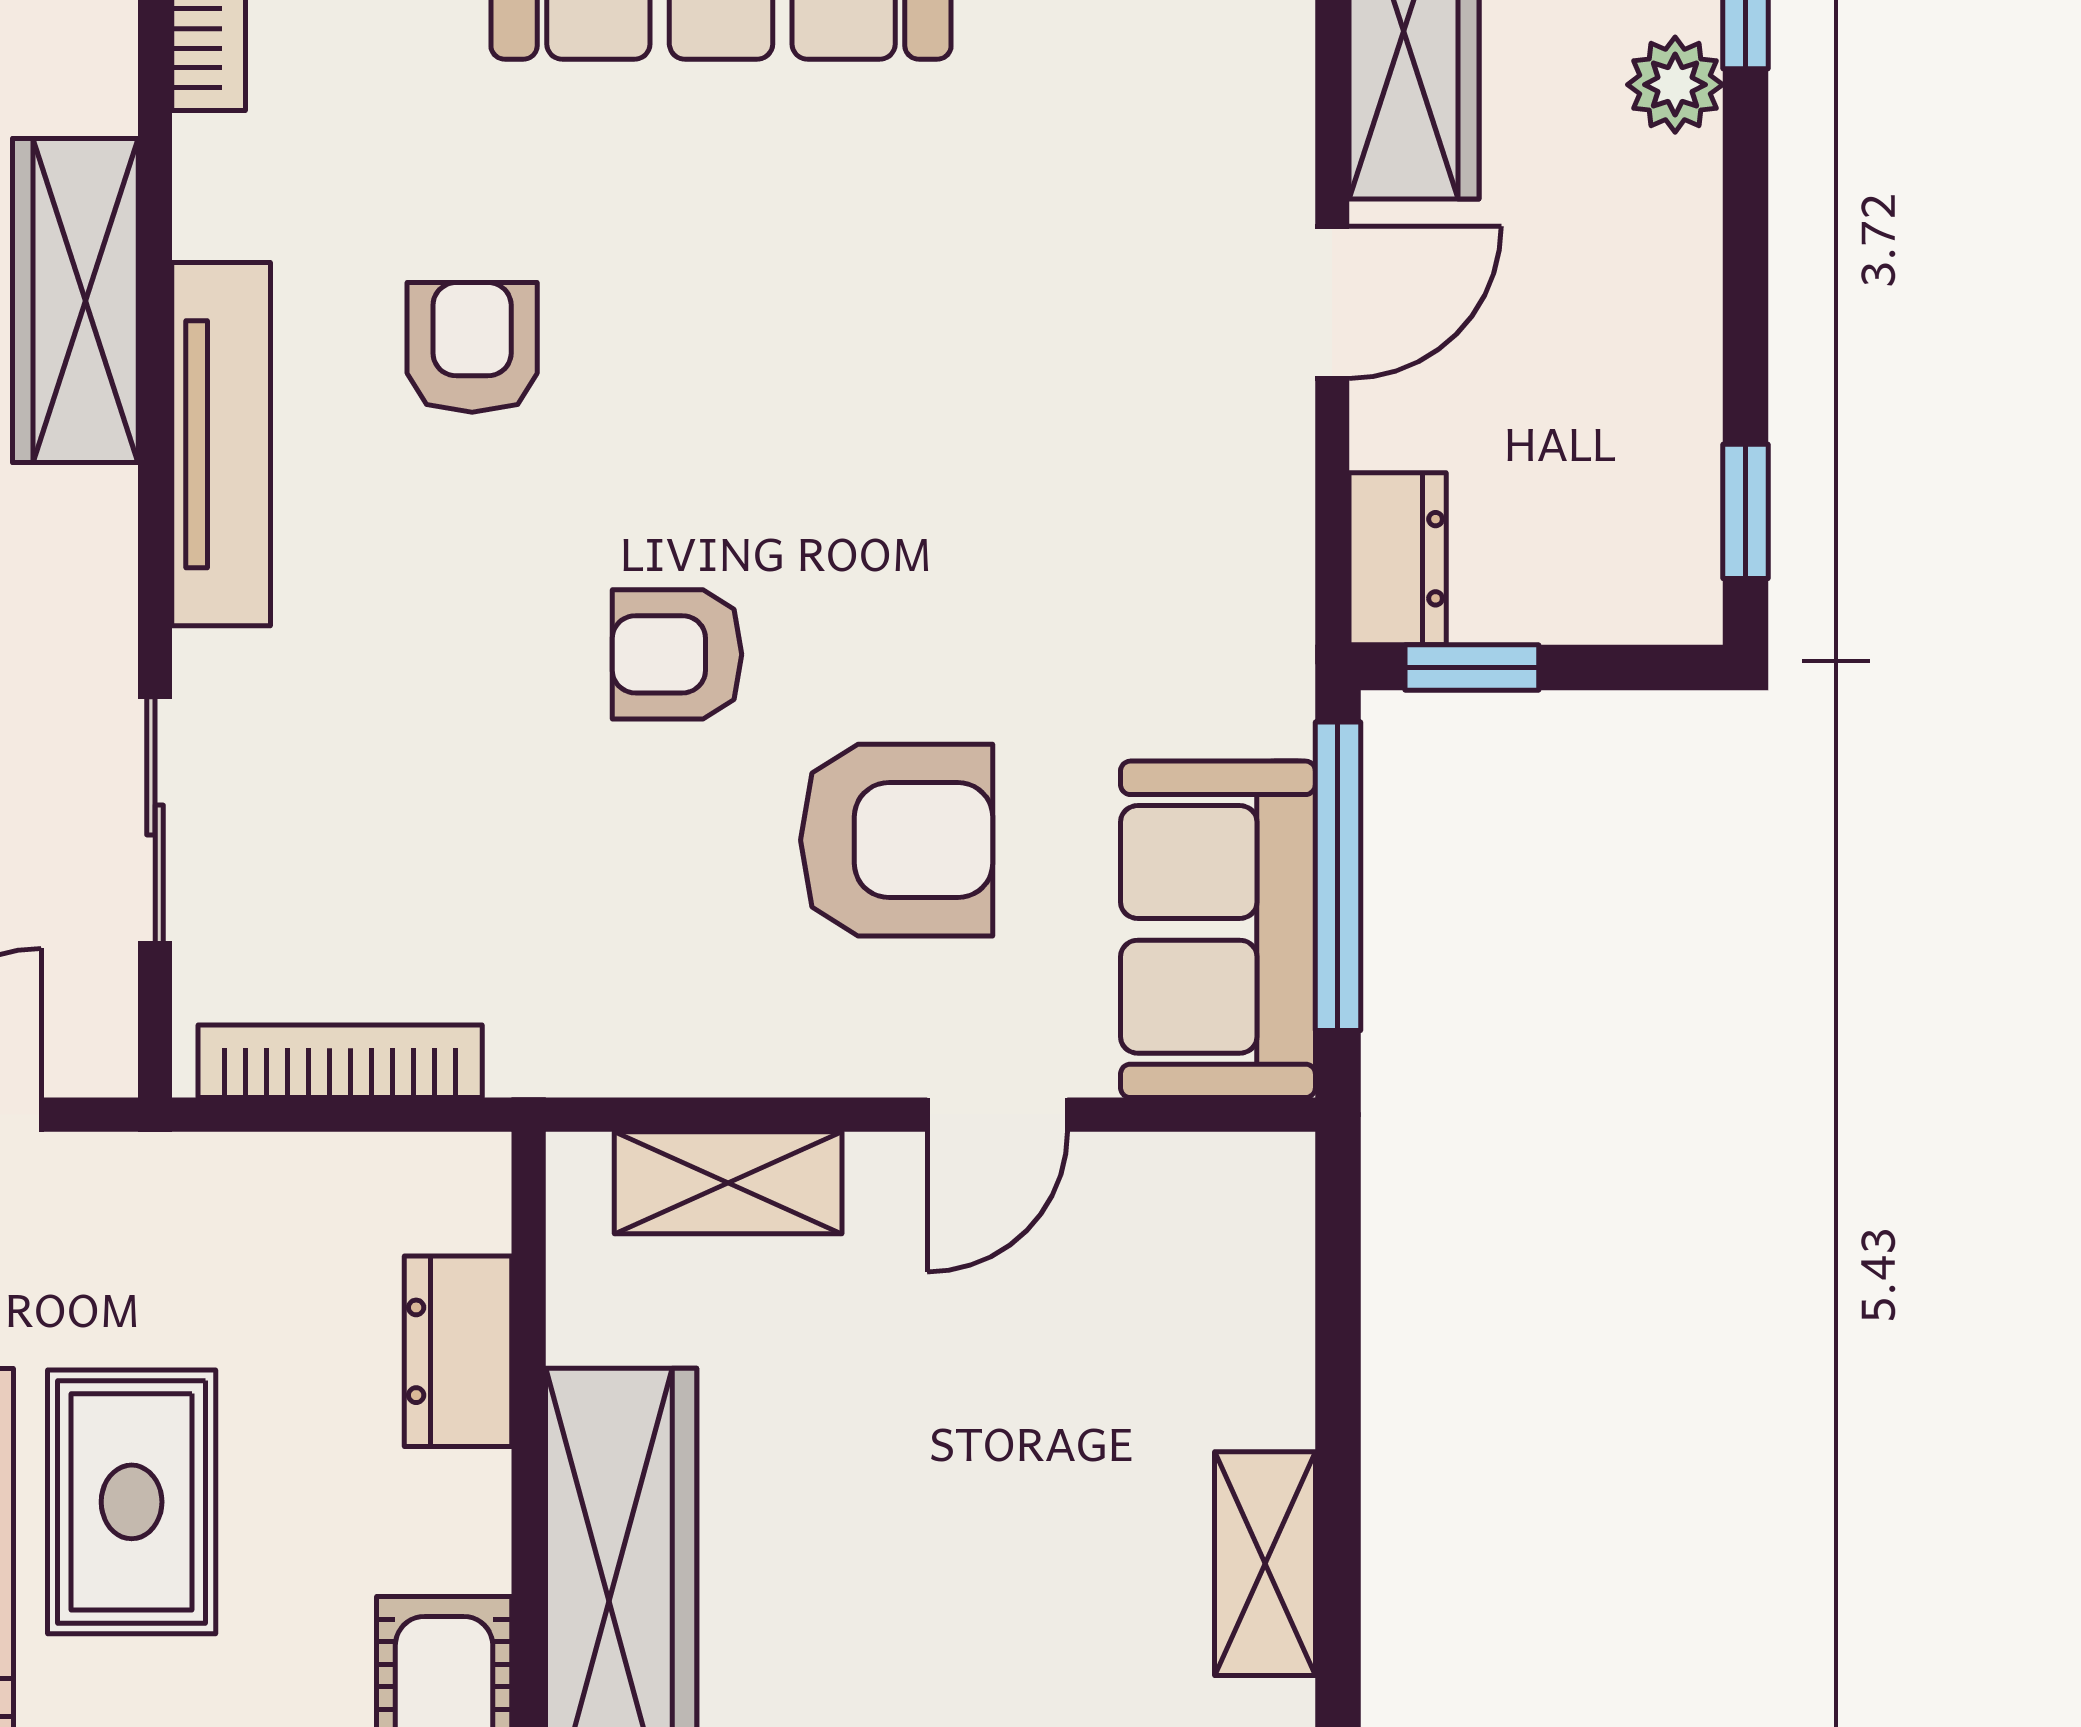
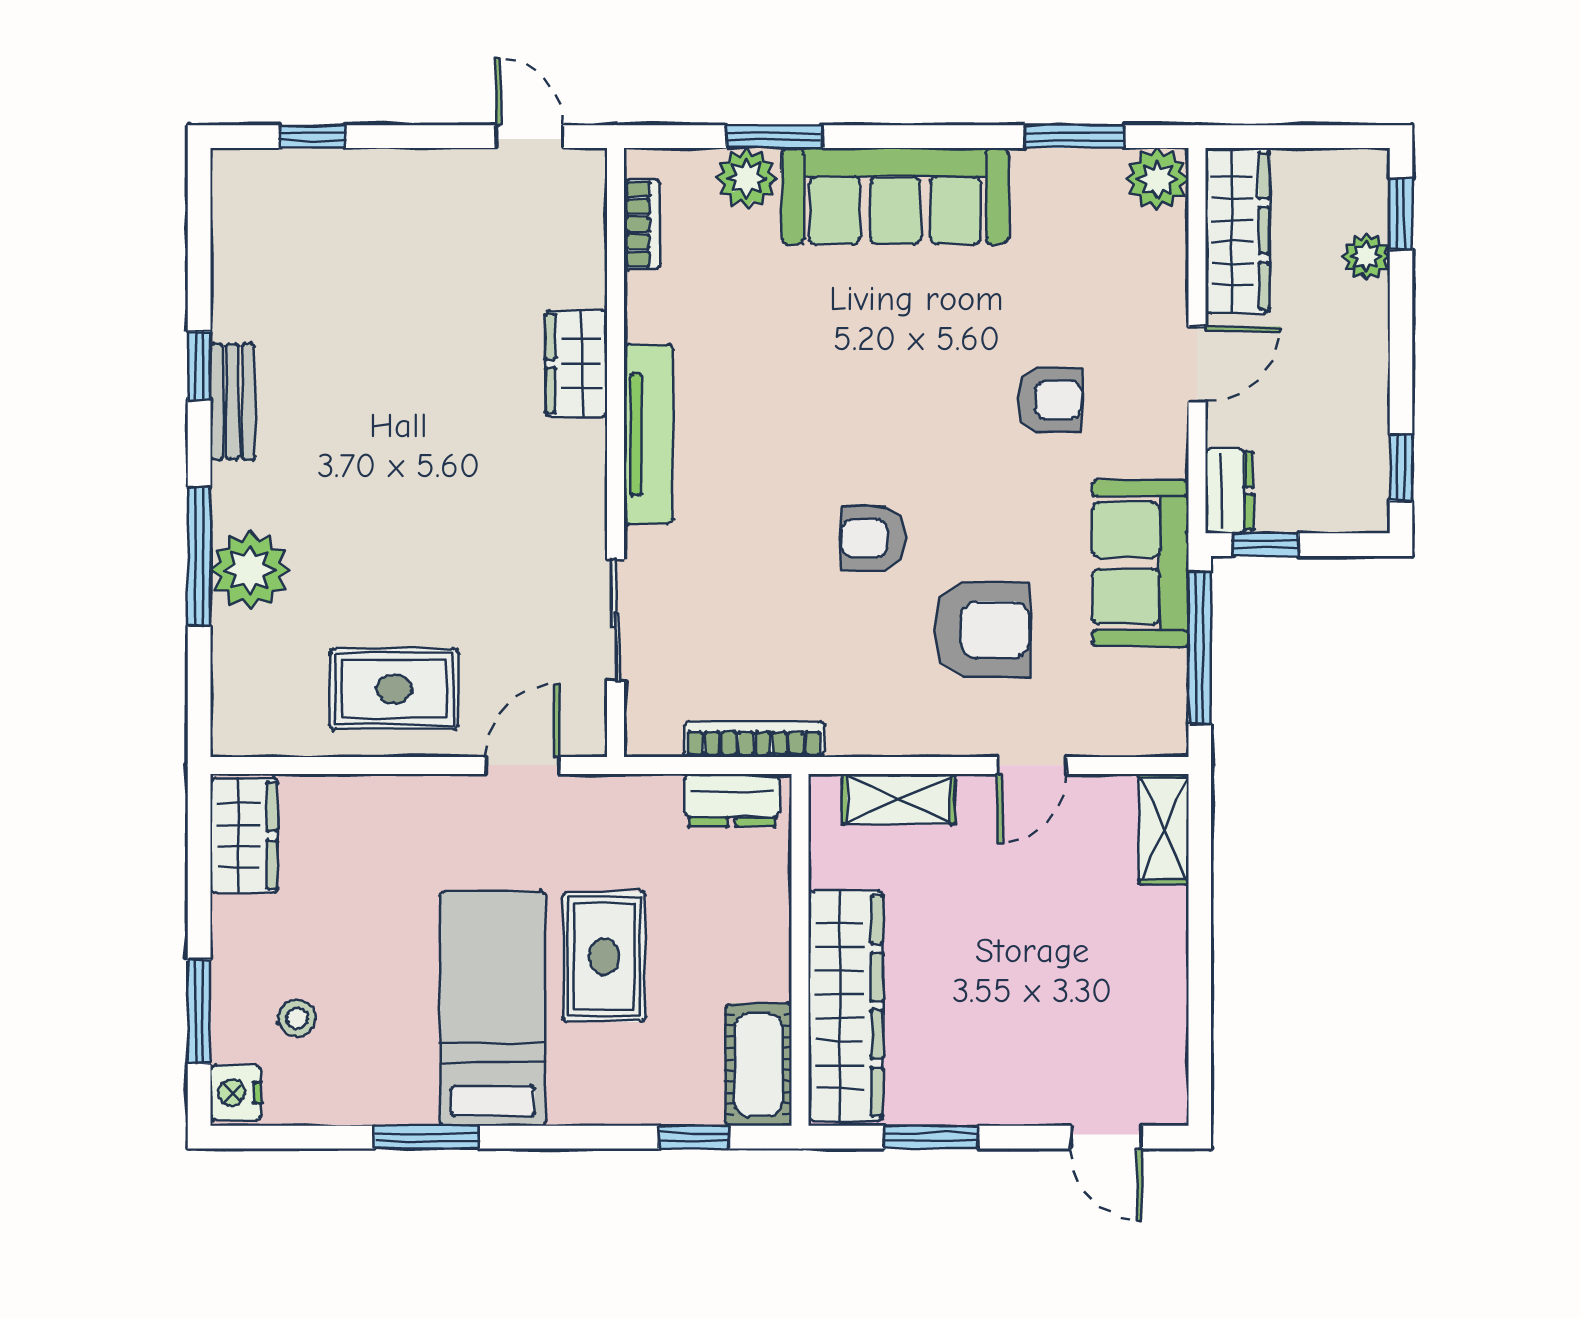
wardrobe: (75, 300) -> (576, 363), width x0.67
armchair: (472, 347) -> (1049, 400), moved, turned 90
sofa: (1218, 929) -> (1140, 563), moved
bookcase: (340, 1061) -> (754, 739), moved
dresser: (458, 1351) -> (732, 800), moved, turned -90
shelving: (1265, 1564) -> (1164, 829), moved

